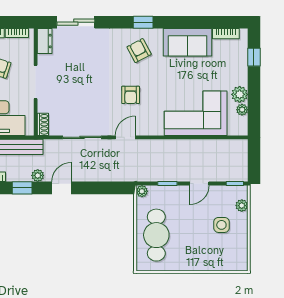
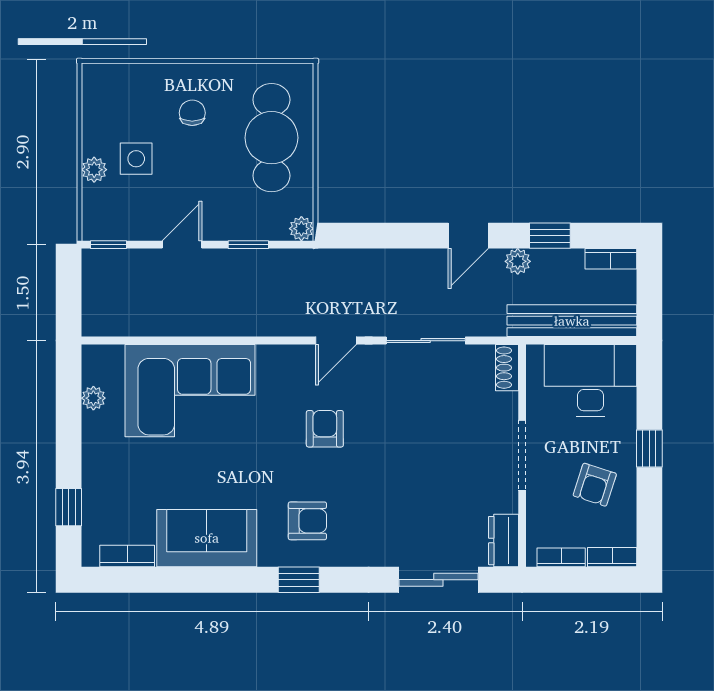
armchair: (139, 51) -> (307, 521), turned -62
plant: (240, 94) -> (99, 430), removed
plant: (242, 206) -> (94, 170), moved
chair: (194, 247) -> (192, 113), added

